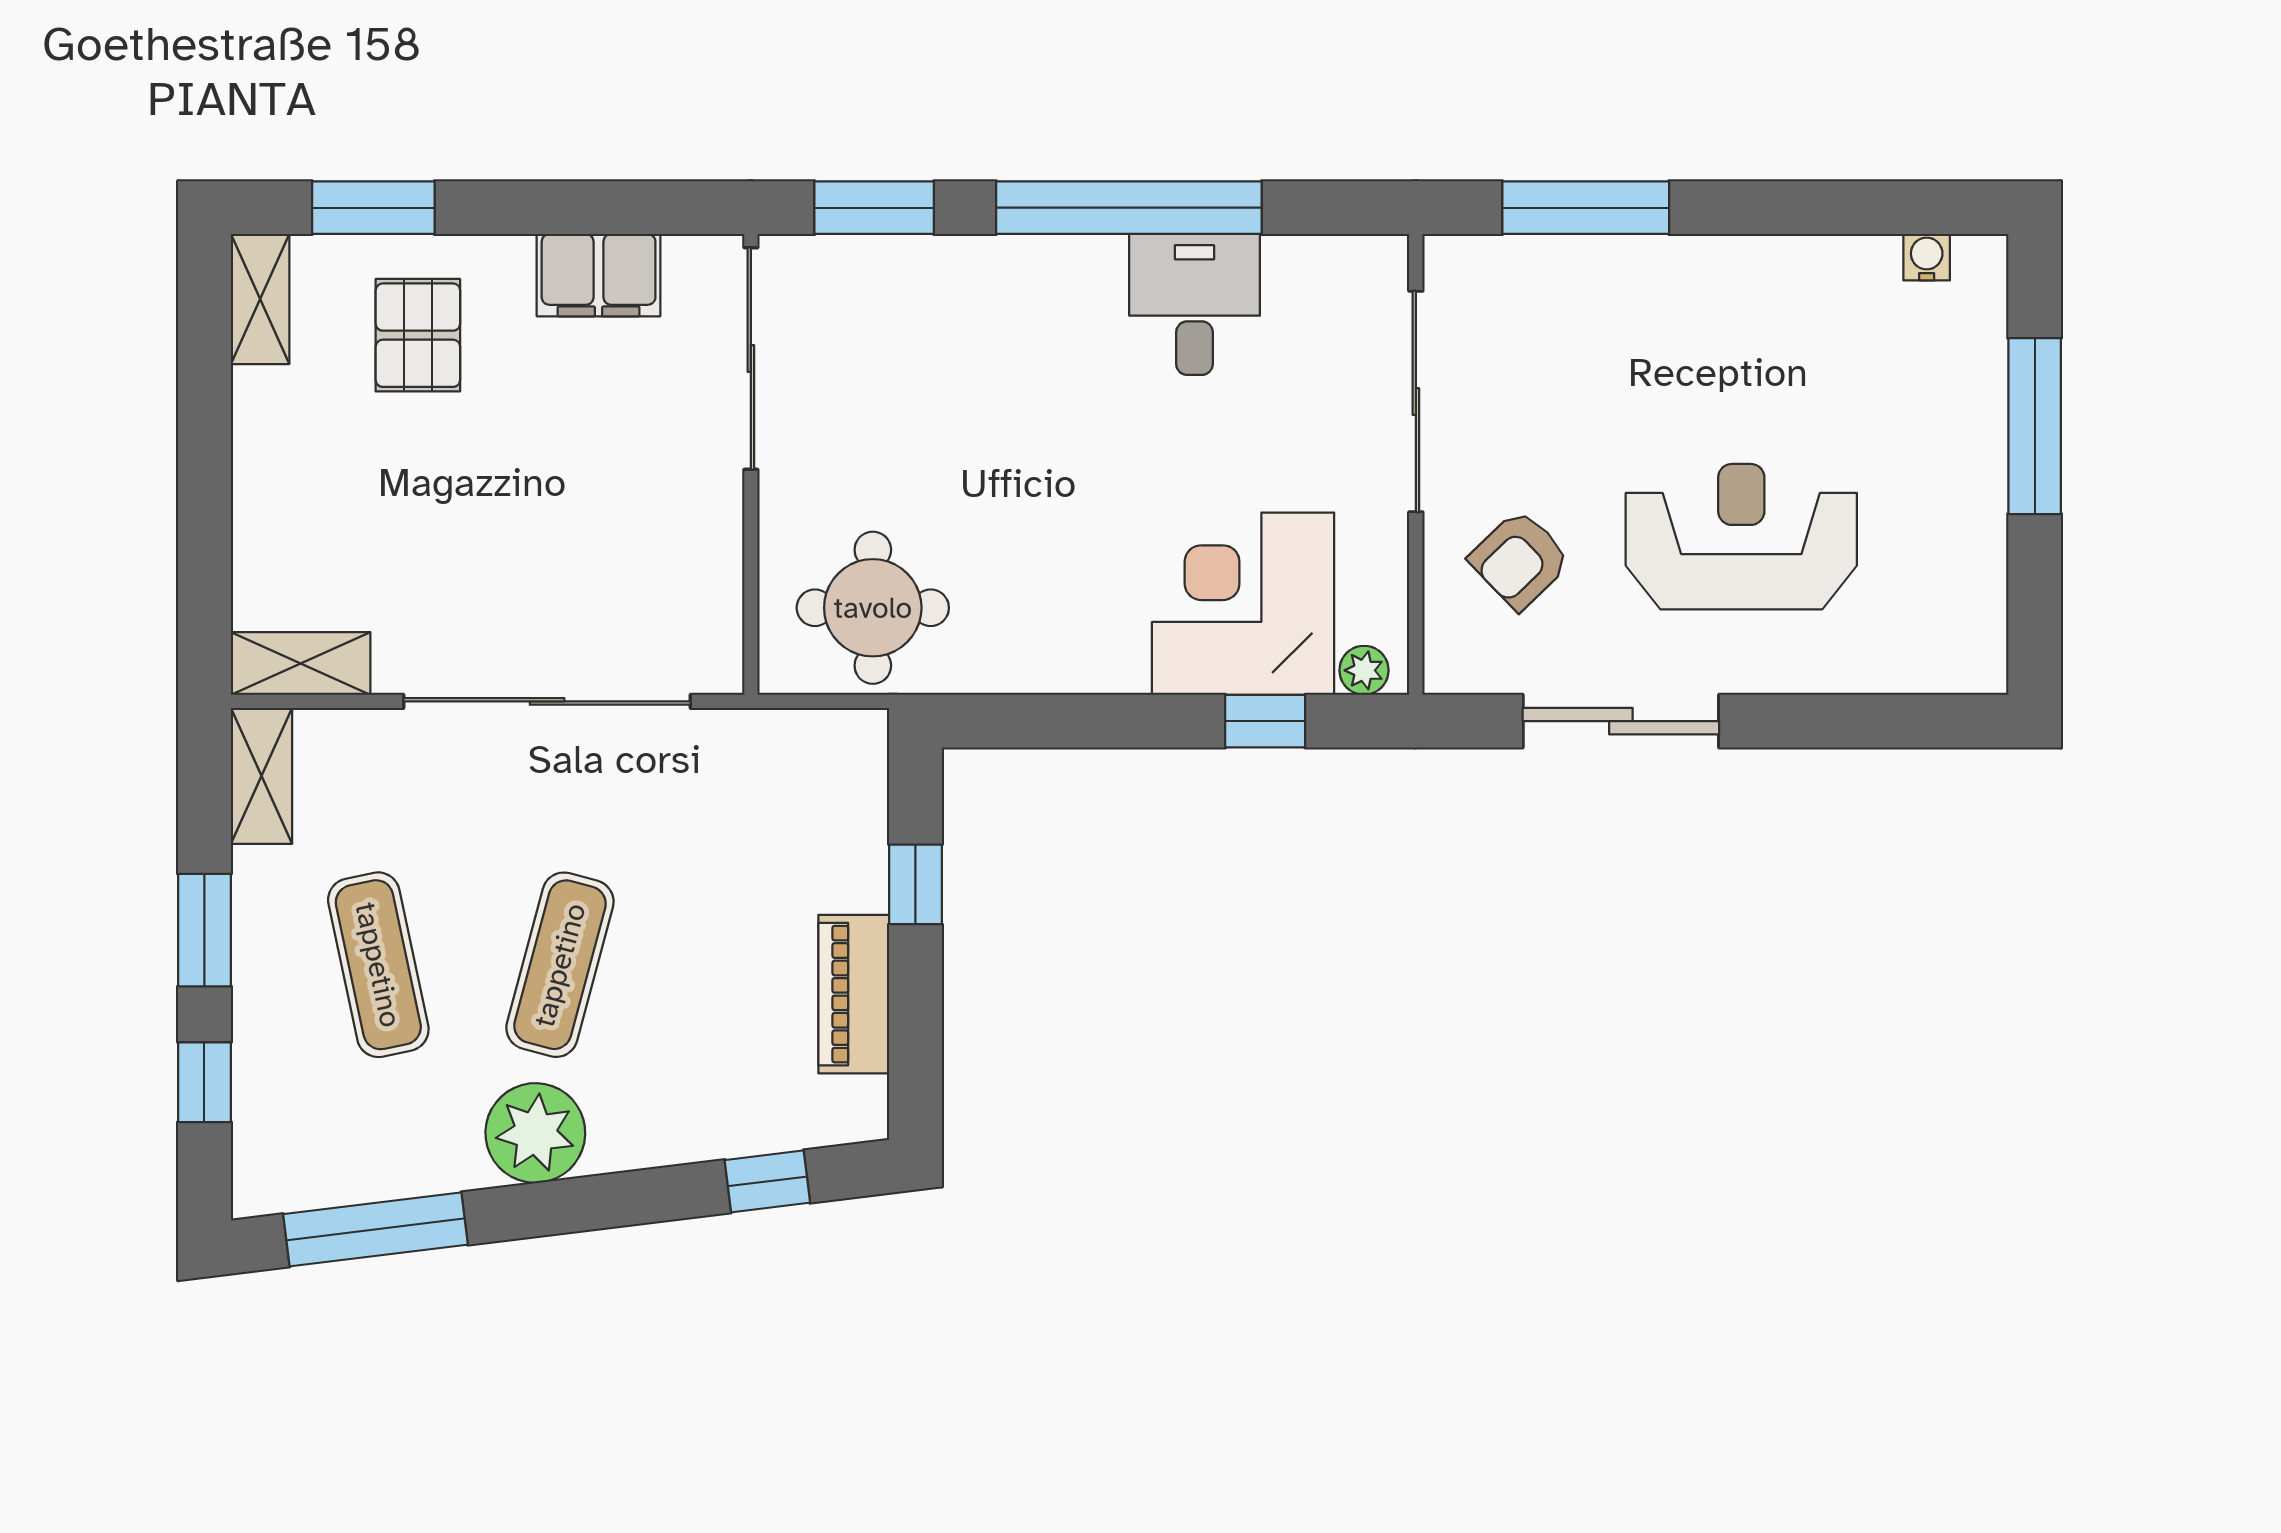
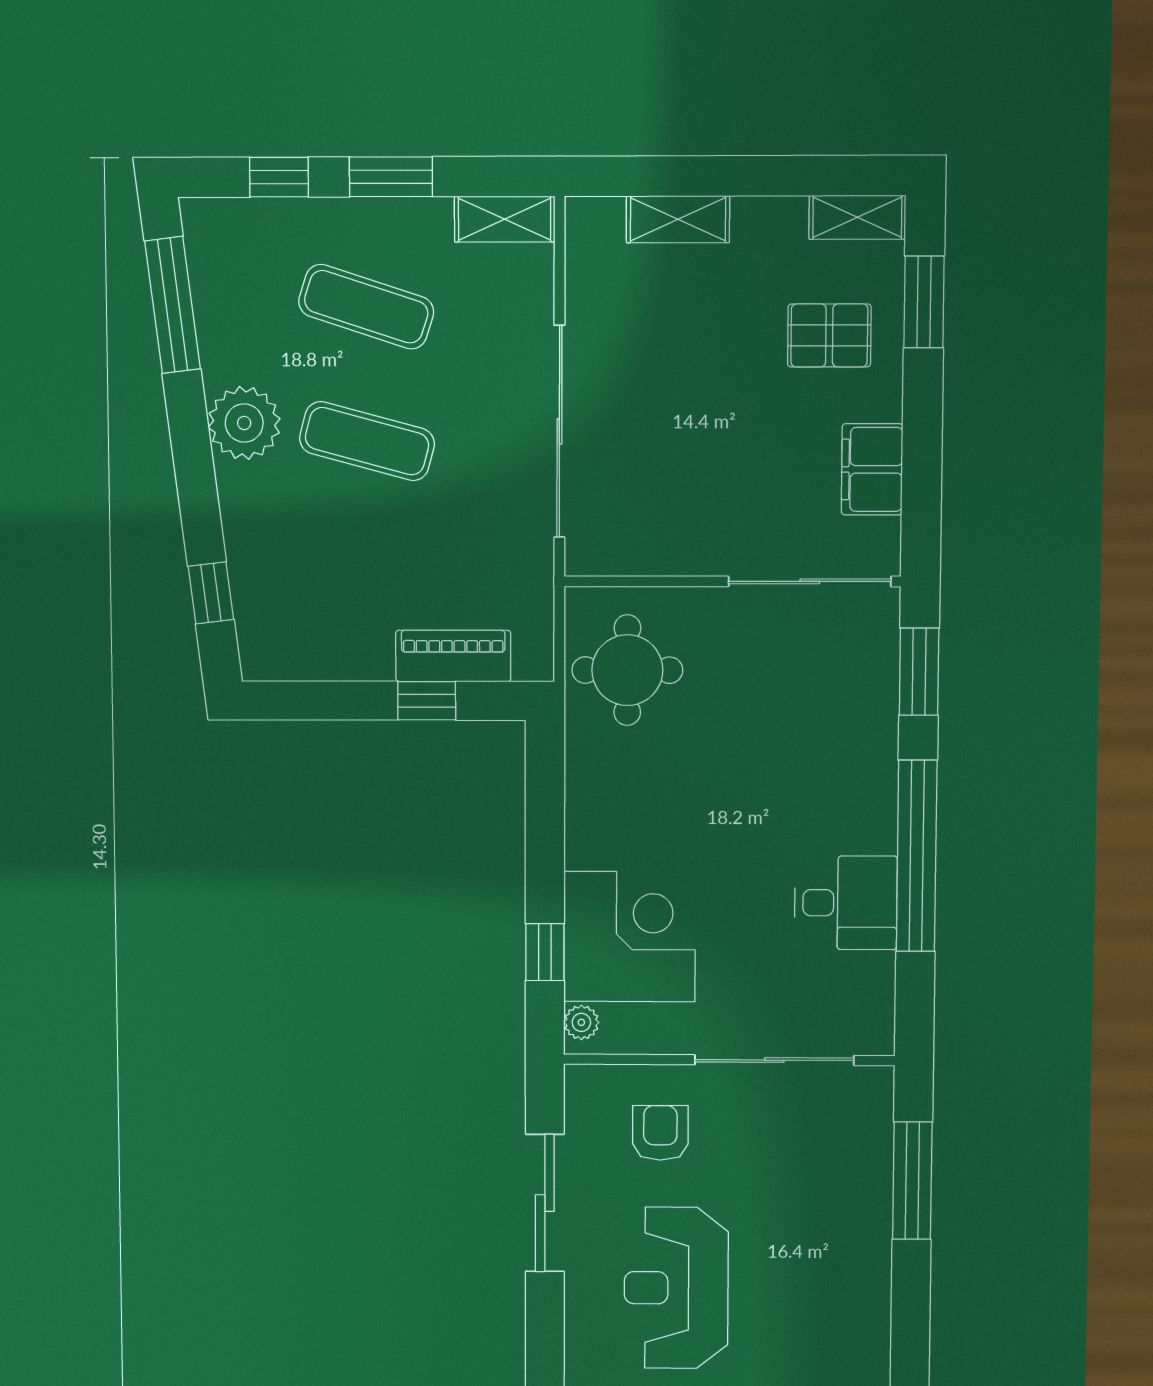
reception desk: (1741, 537) -> (676, 1288), turned 180
armchair: (1520, 560) -> (660, 1133), turned 44
shelving: (301, 663) -> (678, 219), moved, turned 90
exercise mat: (378, 965) -> (366, 307), turned 30
piano: (854, 994) -> (453, 656), moved

